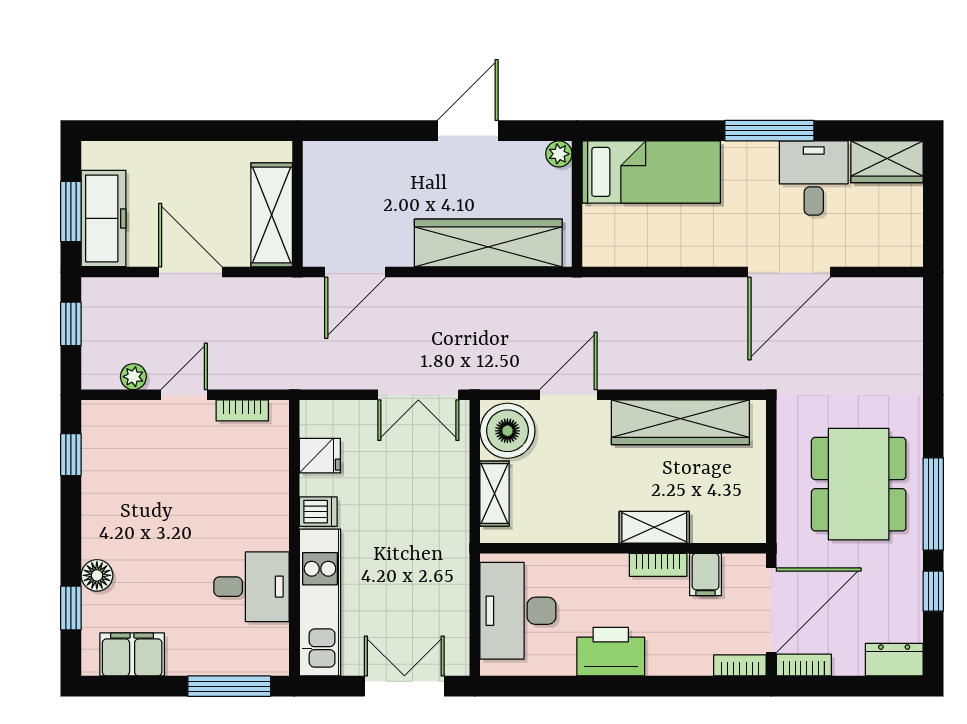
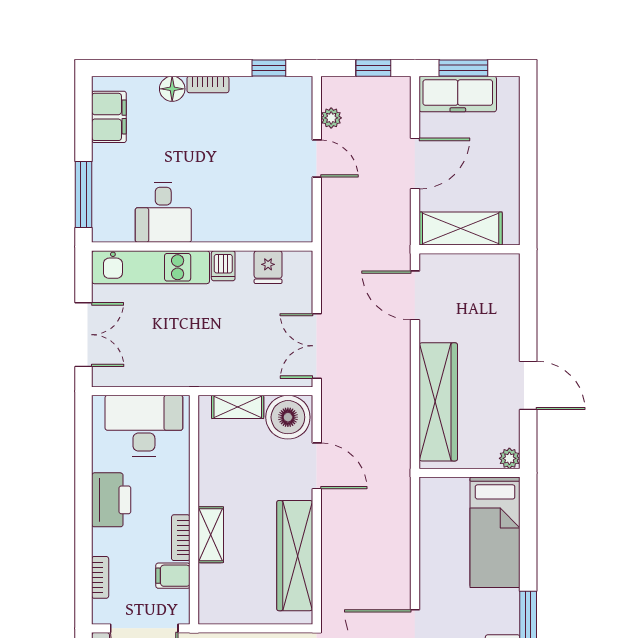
bookcase: (242, 410) -> (208, 84), moved, turned -90
window: (71, 608) -> (146, 68), removed
bookcase: (740, 665) -> (100, 577), moved

